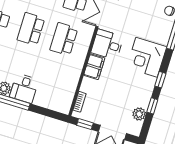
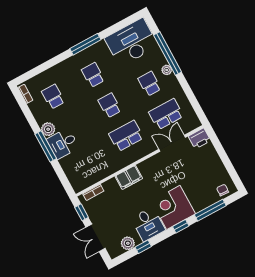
school desk: (31, 29) -> (110, 105), width x0.54
desk: (107, 45) -> (148, 224), moved, turned 180
window: (160, 80) -> (181, 226), moved

